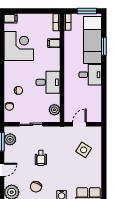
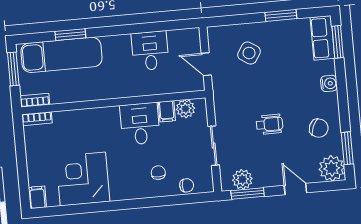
filing cabinet: (54, 43) -> (167, 111), moved
desk: (90, 75) -> (150, 51), moved
window: (104, 171) -> (281, 15), added

